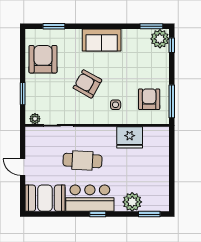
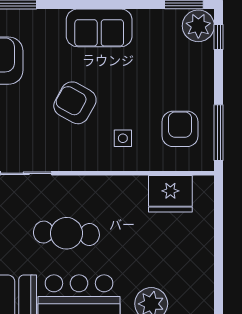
fridge: (130, 137) -> (170, 194), moved

